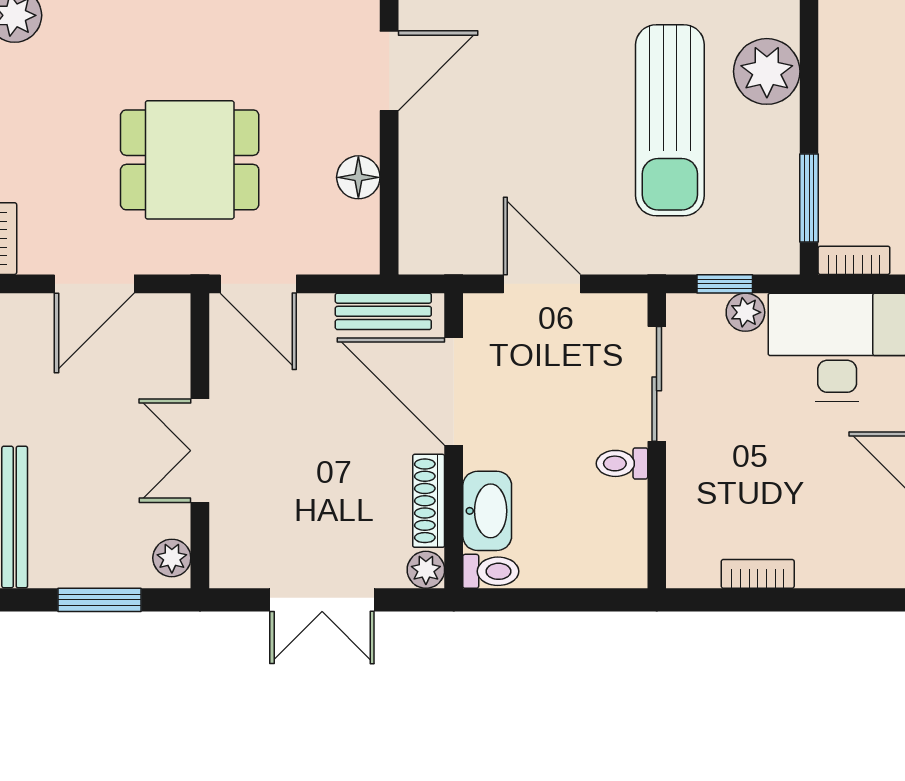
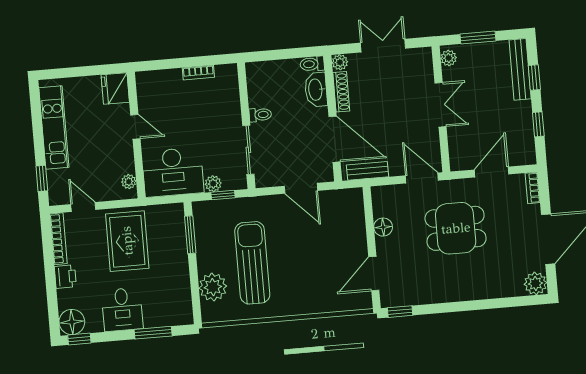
bookcase: (854, 260) -> (169, 210), removed

